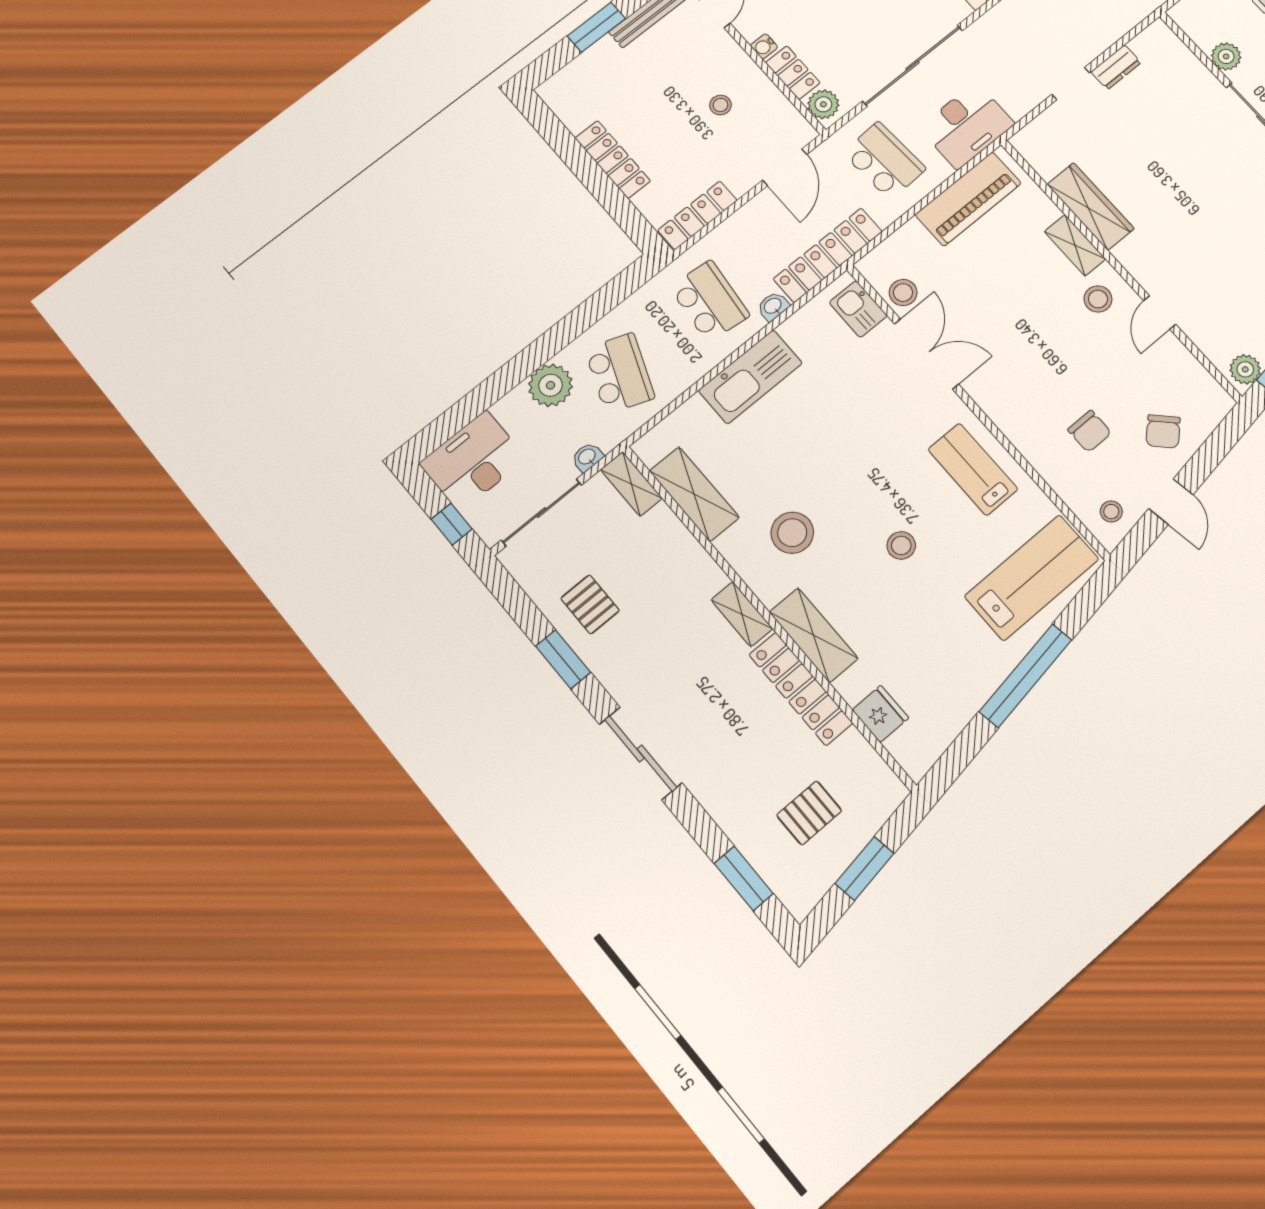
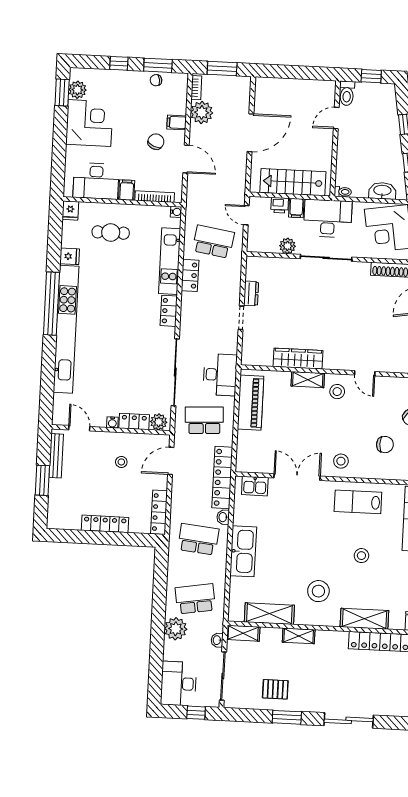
door: (785, 167) -> (171, 461), swing flipped
stool: (903, 293) -> (341, 461), moved
school desk: (620, 373) -> (195, 599), turned -30
shelving: (742, 614) -> (299, 636), moved

